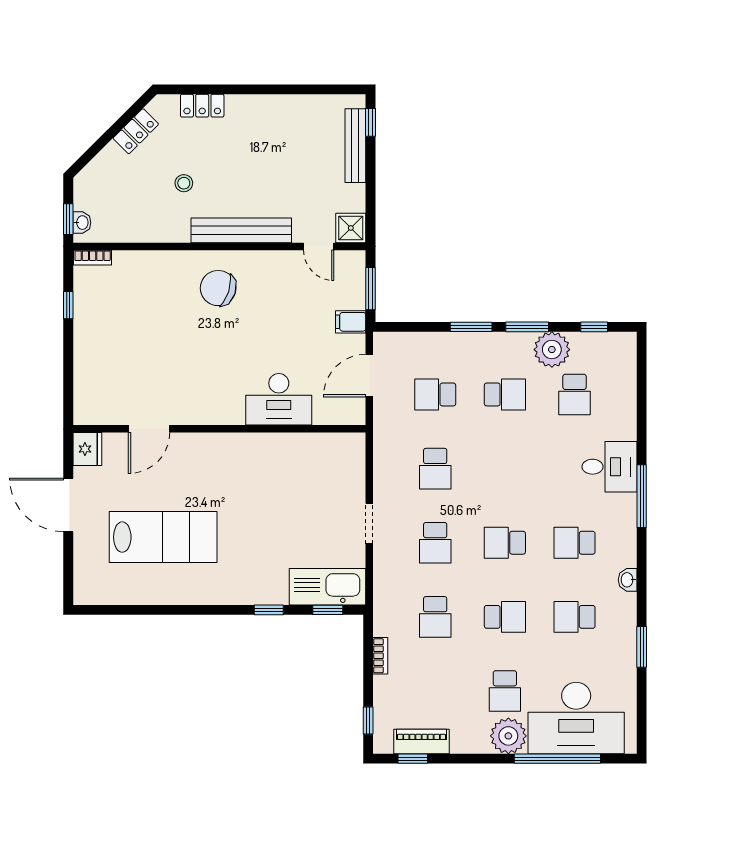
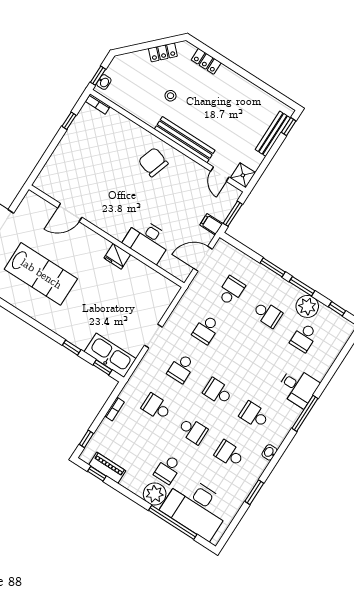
school desk: (435, 394) -> (231, 291), turned 90
fridge: (87, 449) -> (117, 256), moved, turned 90
school desk: (435, 617) -> (156, 407), turned 90

